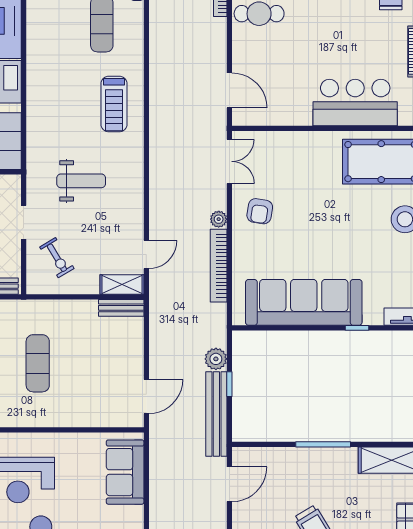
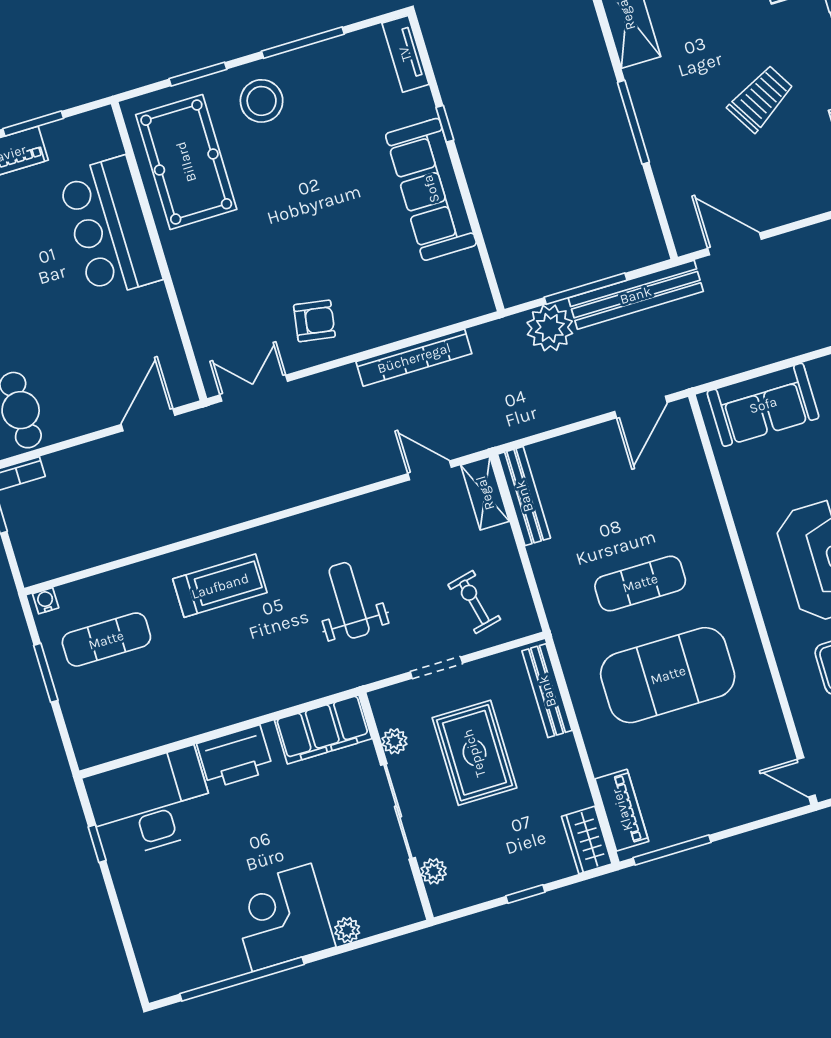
plant: (219, 219) -> (345, 378), removed
exercise bike: (57, 258) -> (474, 602), turned -72
sofa: (304, 302) -> (431, 189), width x0.74, depth x0.79
bench: (121, 308) -> (524, 496), width x1.36
plant: (216, 359) -> (550, 328), width x1.36, depth x1.36
window: (229, 384) -> (586, 289), width x2.17
door: (146, 396) -> (641, 407), swing flipped

